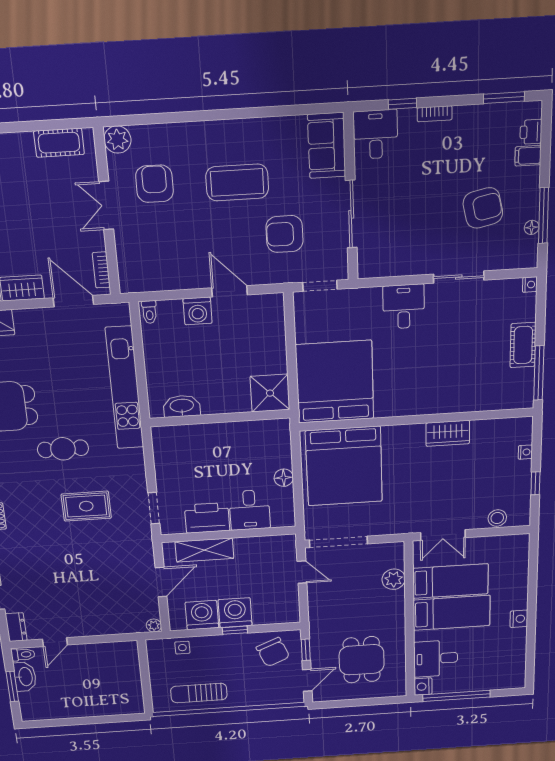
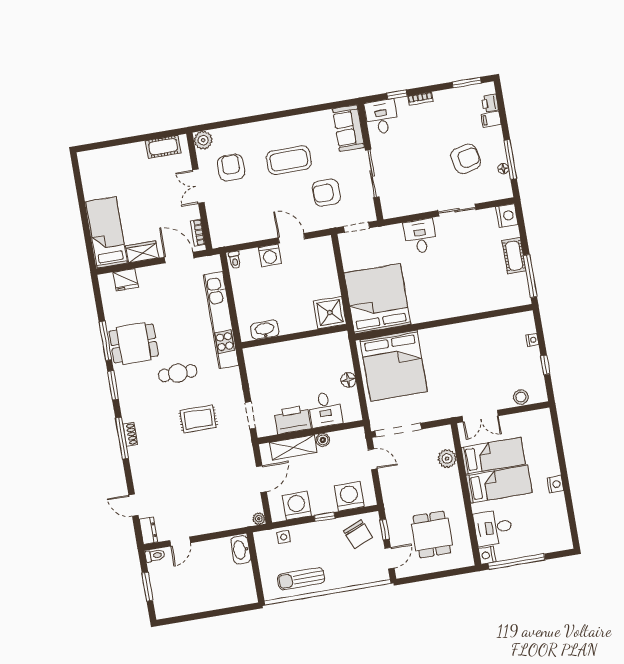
nightstand: (530, 285) -> (507, 216), width x1.89, depth x1.79
wardrobe: (448, 433) -> (470, 331), removed
boiler: (243, 545) -> (323, 440), added
washing machine: (235, 613) -> (349, 496), moved
washbasin: (25, 677) -> (241, 550), moved, turned 180

